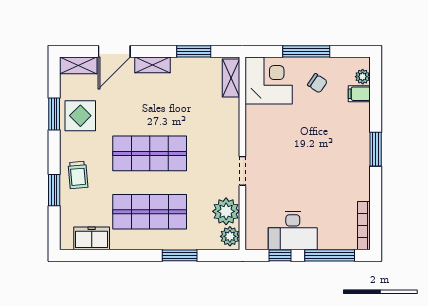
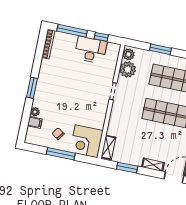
plant: (363, 77) -> (35, 112), moved

